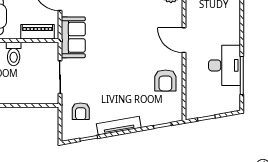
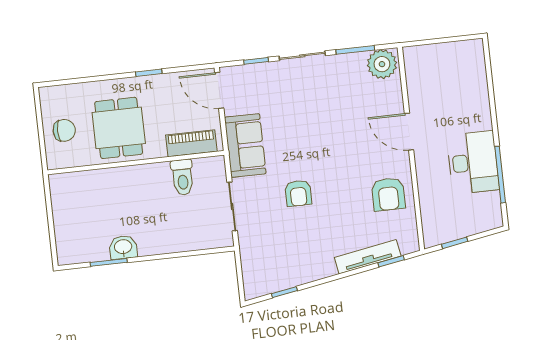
toilet: (14, 54) -> (182, 177), moved
armchair: (81, 111) -> (298, 193), moved
tv unit: (119, 126) -> (368, 257), moved

